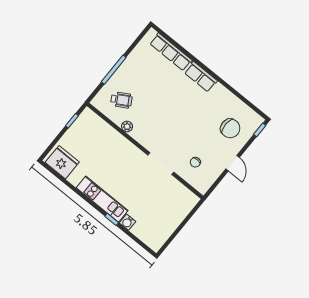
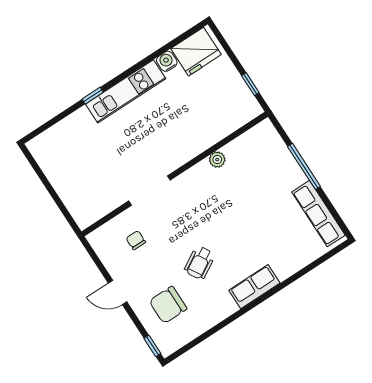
row of seats: (171, 52) -> (318, 214), moved, turned -90
wheelchair: (121, 100) -> (200, 263), moved
water cooler: (128, 222) -> (167, 61), moved

